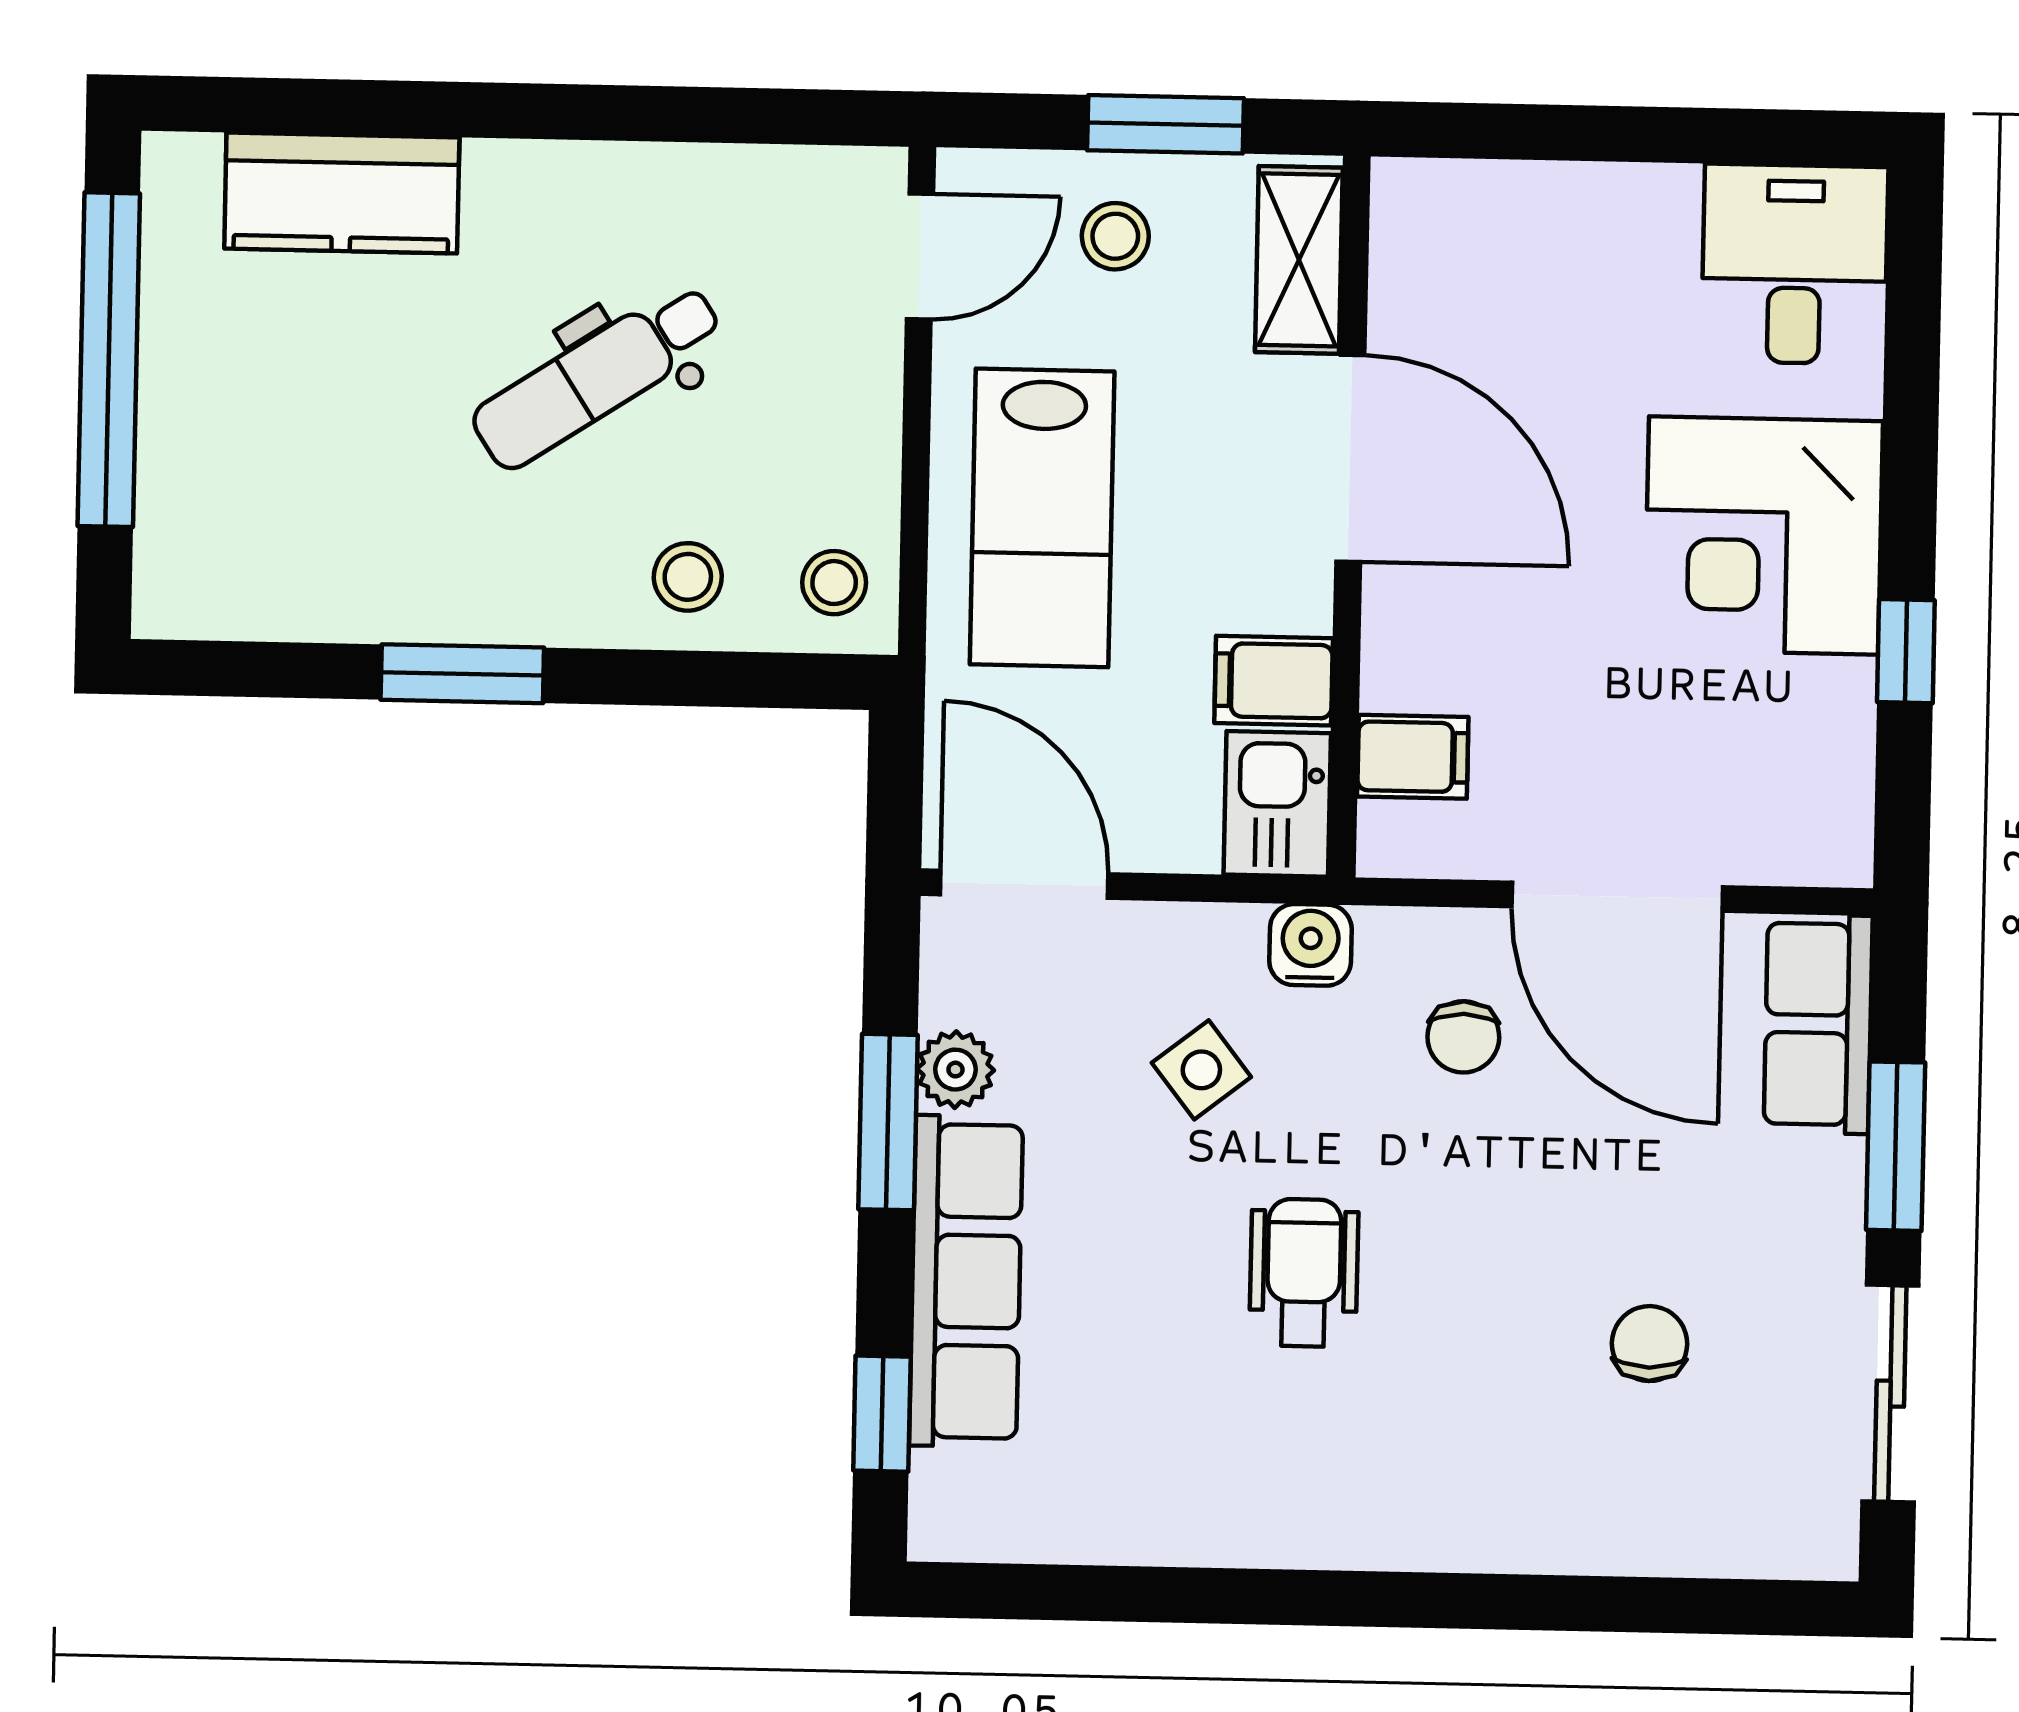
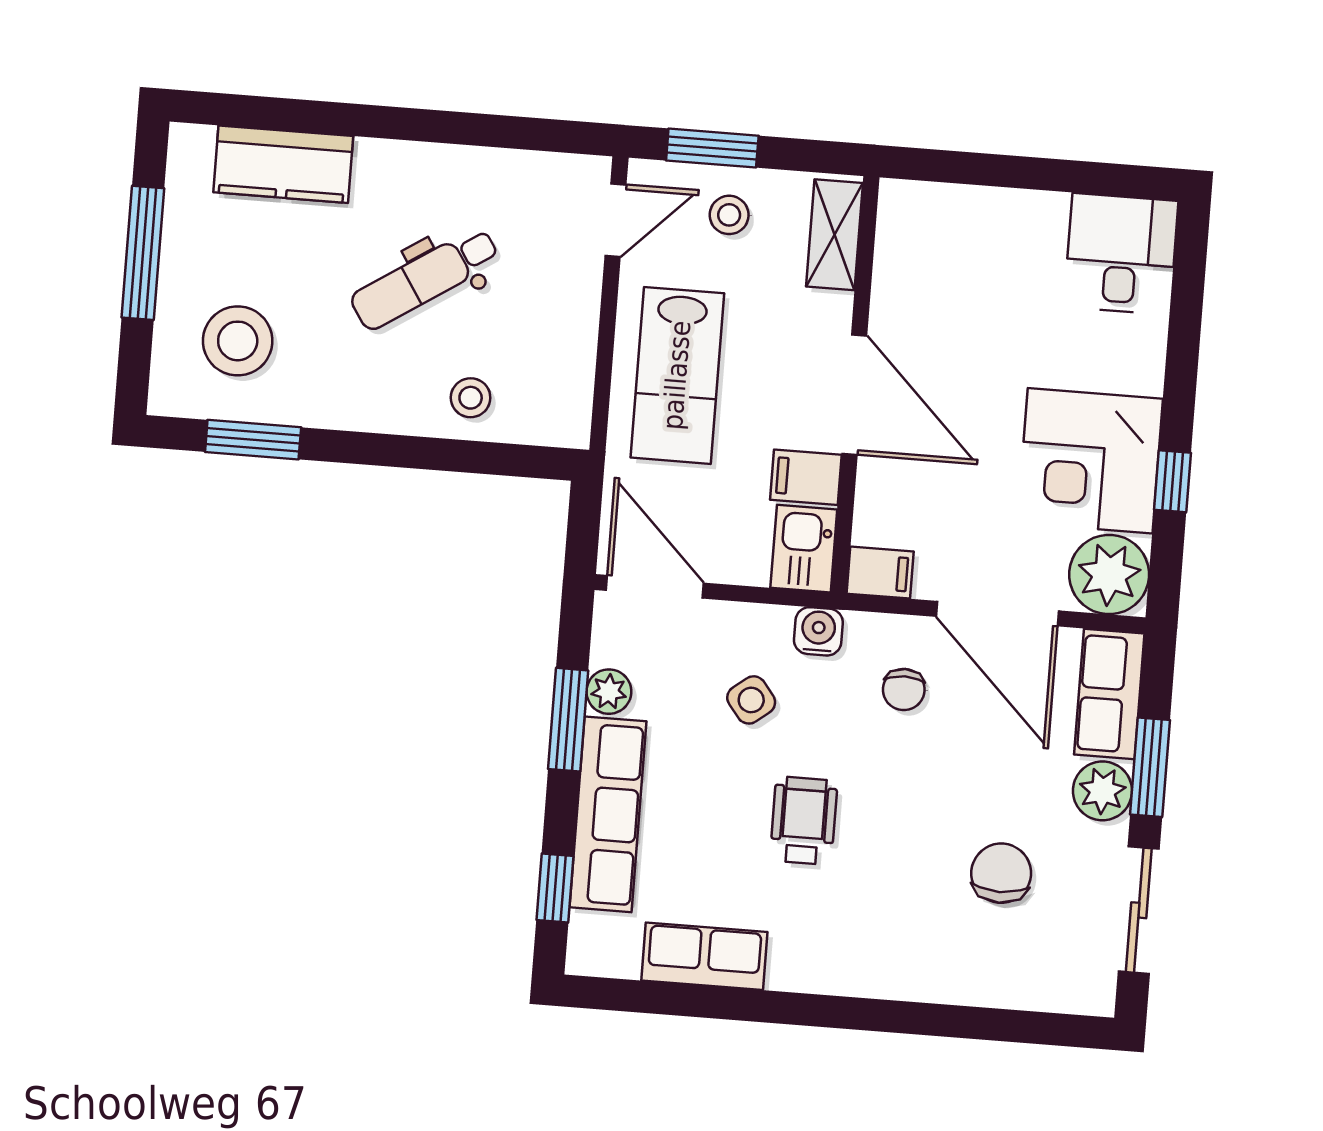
window: (1165, 124) -> (712, 148), moved
window: (109, 360) -> (143, 253), width x0.68
door: (1350, 458) -> (854, 395), moved
corner desk: (1764, 536) -> (1090, 461), moved
stool: (834, 583) -> (238, 341), moved, width x1.89, depth x1.89
window: (462, 674) -> (253, 440), moved
filing cabinet: (1413, 757) -> (880, 573), moved
plant: (1806, 818) -> (1109, 575), added
plant: (1816, 1192) -> (1102, 791), added
chair: (1650, 1344) -> (1001, 873), width x1.37, depth x1.37
row of seats: (1146, 1516) -> (704, 956), added

